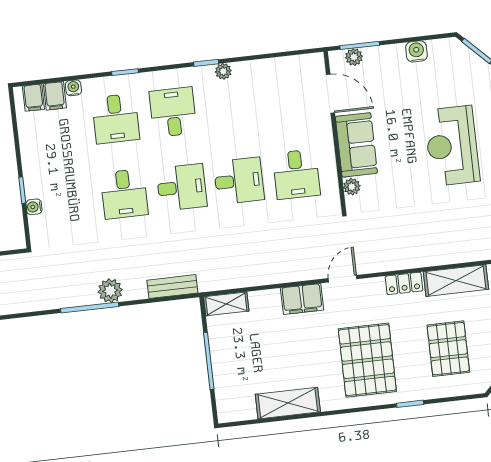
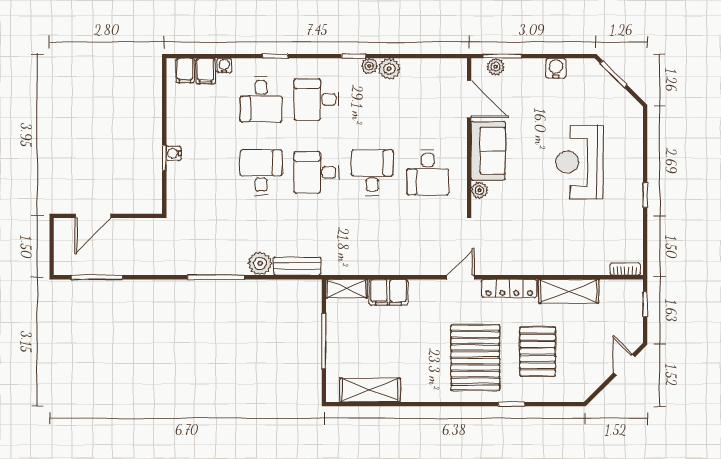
plant: (244, 72) -> (389, 69), added
desk: (173, 112) -> (317, 100), turned -90
desk: (239, 181) -> (372, 172), turned -90
desk: (182, 187) -> (317, 172), turned 180
desk: (124, 194) -> (261, 172), turned 180
water cooler: (34, 207) -> (174, 153), moved
locker: (404, 283) -> (509, 288), width x1.53
plant: (110, 291) -> (260, 263), moved
filing cabinet: (302, 299) -> (389, 292), moved
pallet: (448, 349) -> (538, 352), moved
shelving: (288, 403) -> (370, 390), moved

